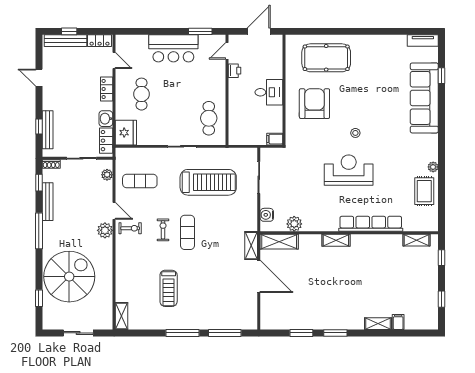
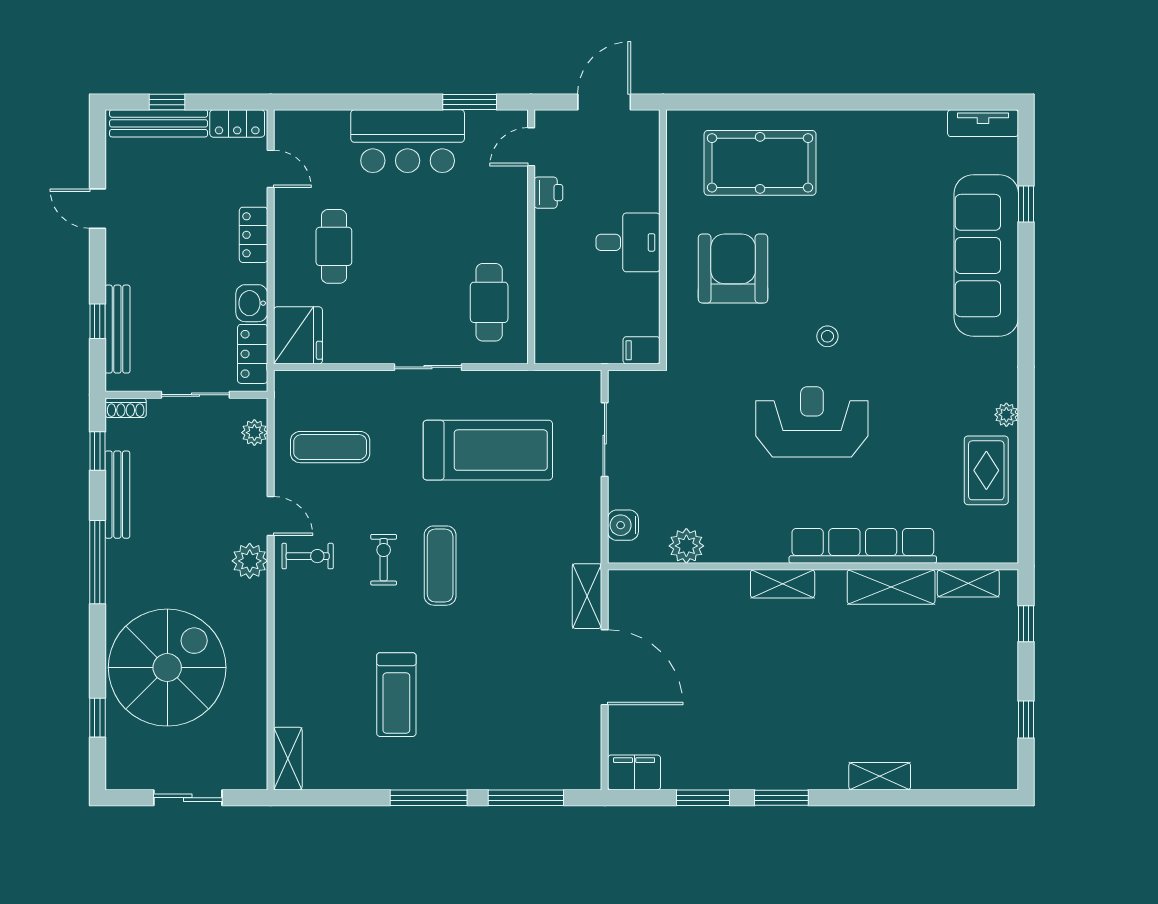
shelving: (279, 242) -> (891, 587), moved
filing cabinet: (398, 322) -> (634, 772), moved, width x2.00

